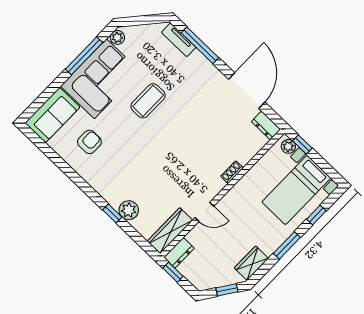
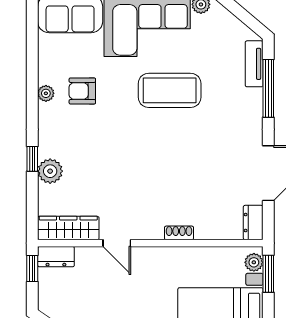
coffee table: (148, 101) -> (170, 90), width x1.36, depth x1.32
armchair: (89, 142) -> (82, 91), moved, turned 180
window: (302, 144) -> (268, 274), width x1.50
plant: (83, 171) -> (46, 93), added

